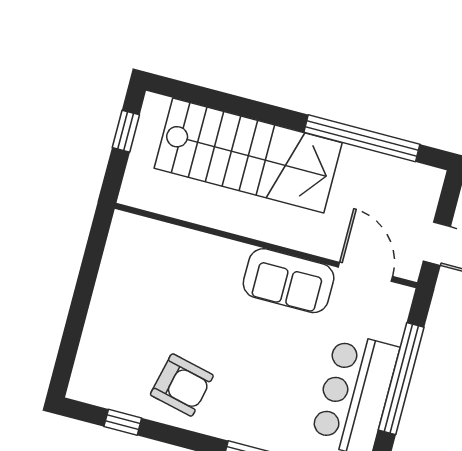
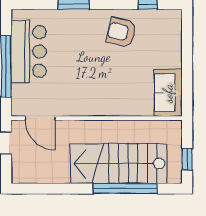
window: (362, 138) -> (125, 189), moved
sofa: (289, 281) -> (168, 93), moved, turned -90

